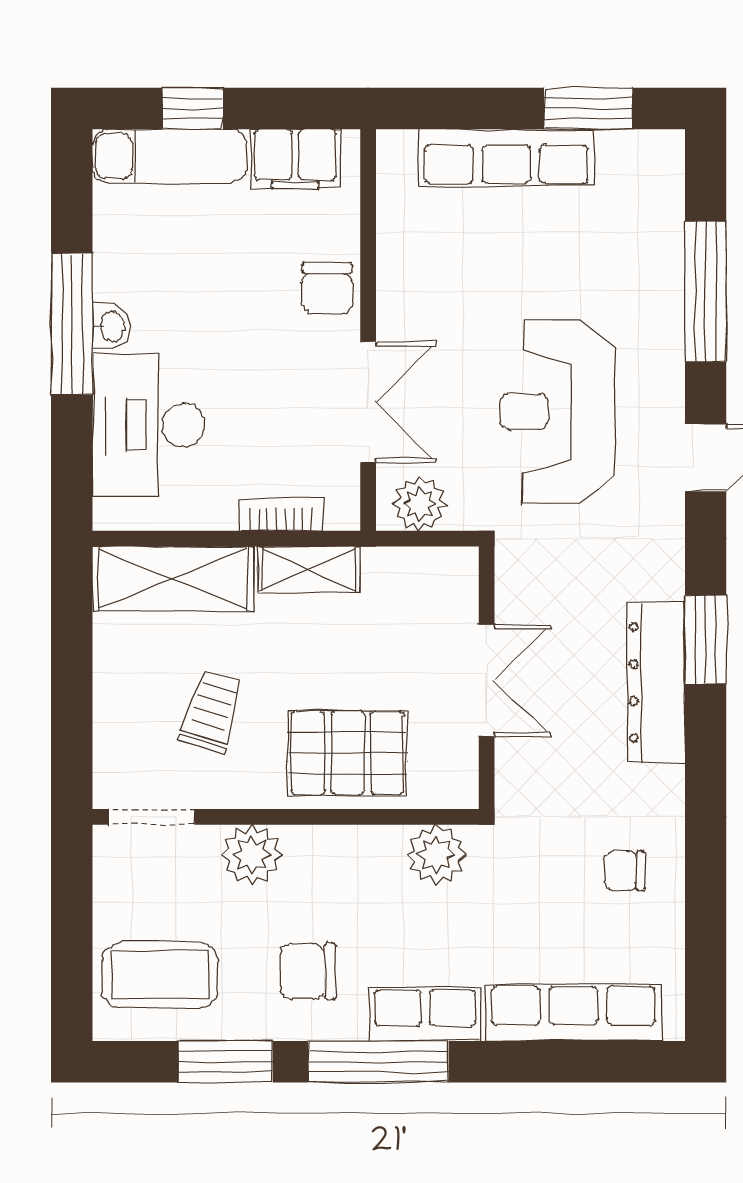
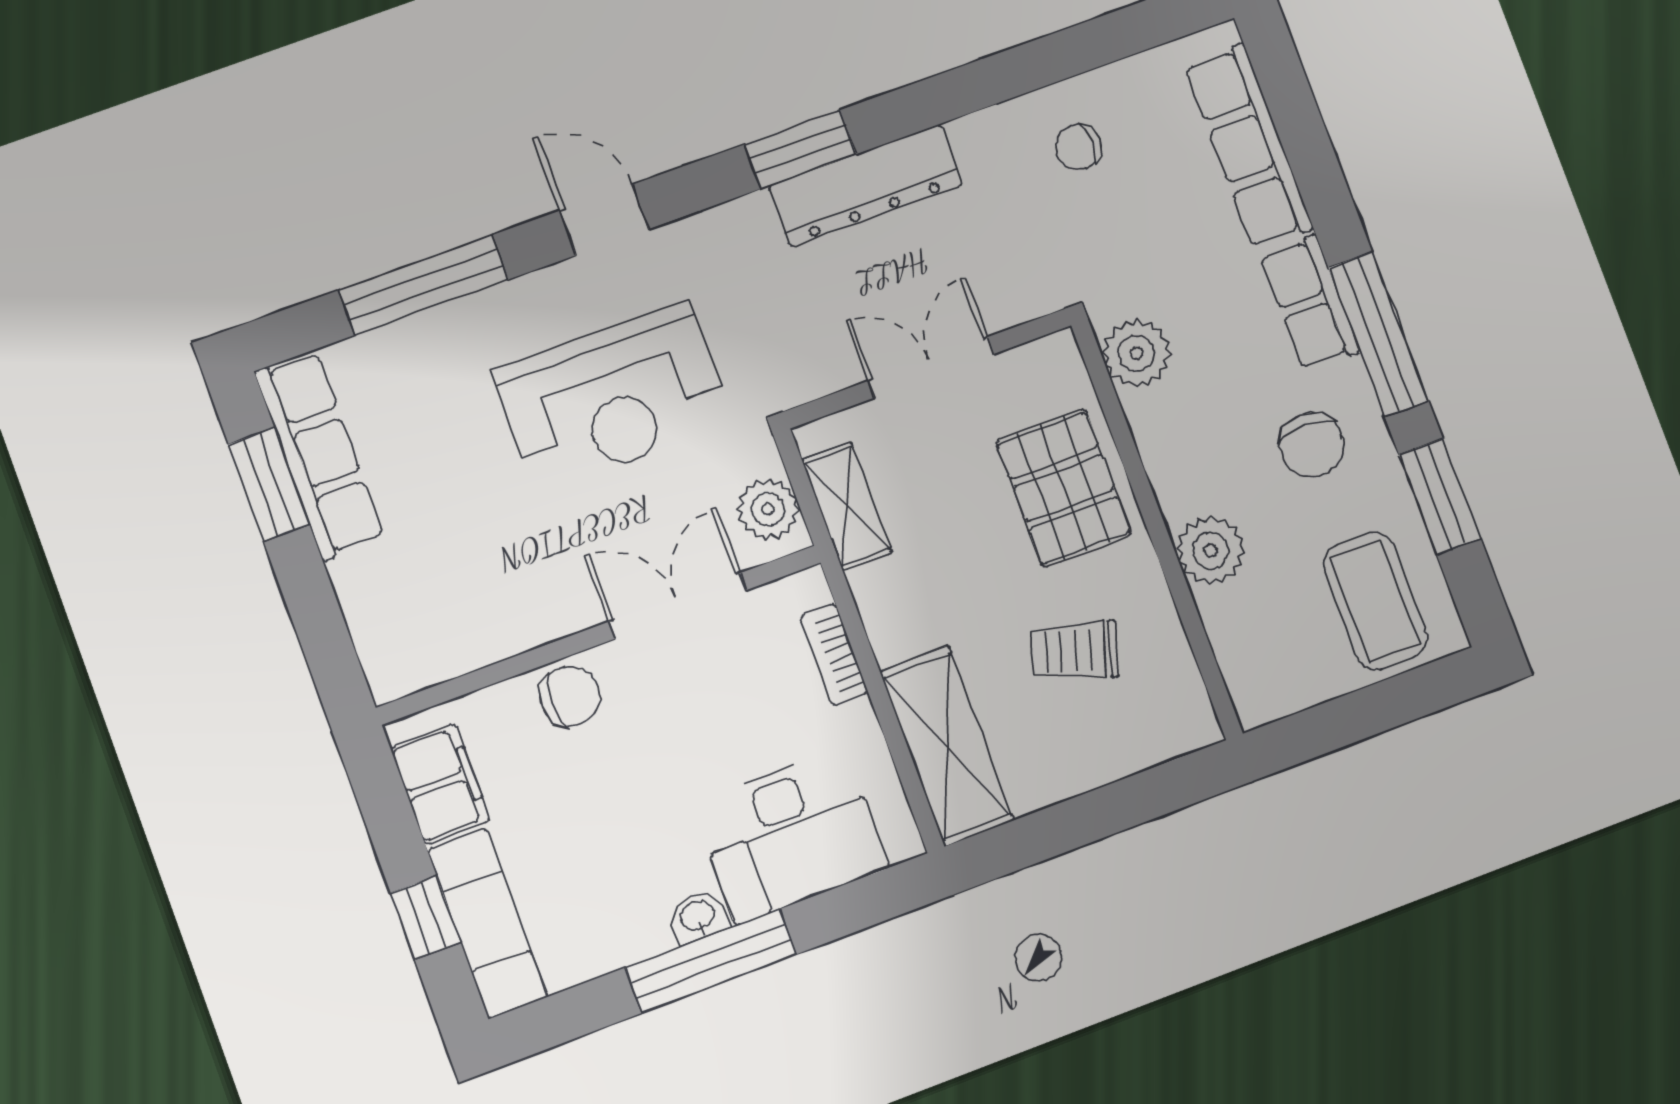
row of seats: (506, 157) -> (319, 455), moved
shelving: (309, 569) -> (847, 506), moved
doorway: (151, 817) -> (1211, 674), removed
chair: (624, 871) -> (1079, 147), turned 90

